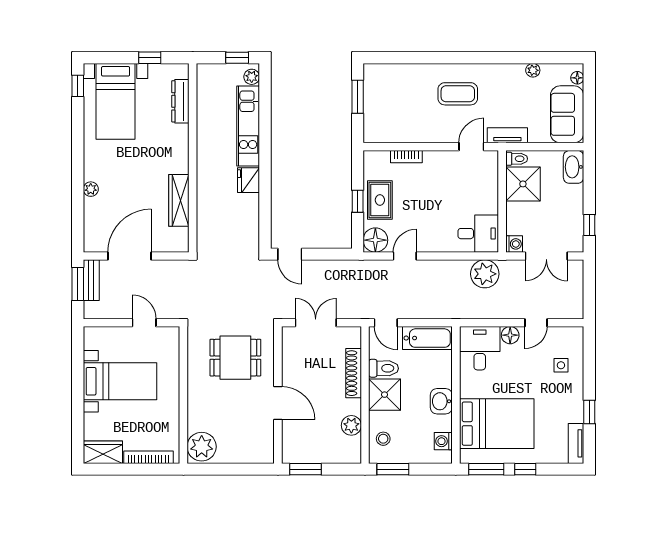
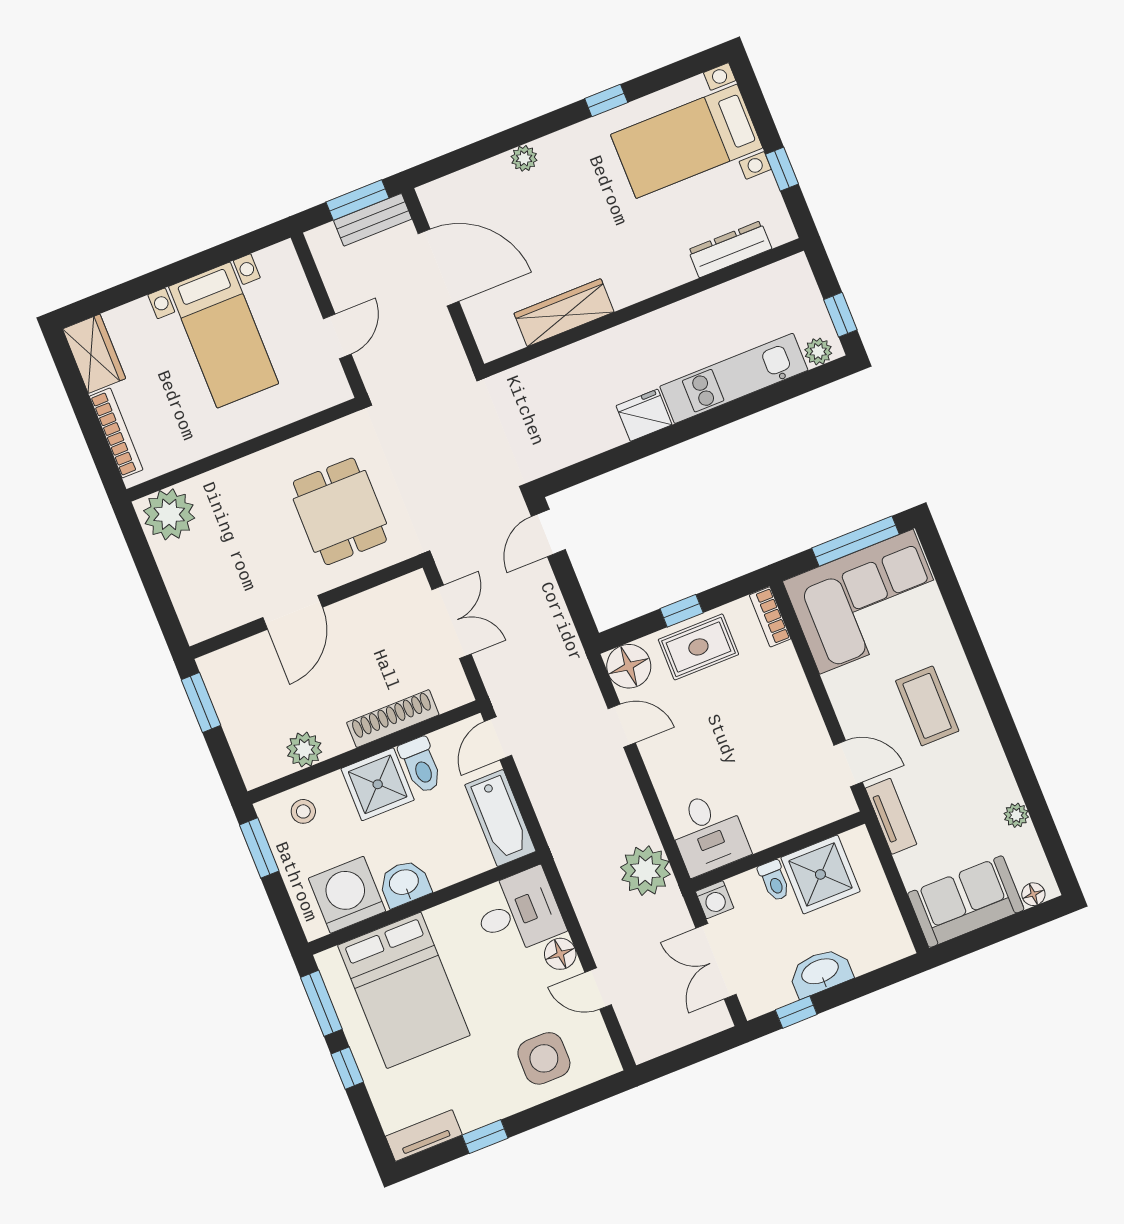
window: (78, 86) -> (606, 101), moved
window: (358, 97) -> (855, 541), width x1.44
corner sofa: (391, 104) -> (866, 602), added
bookcase: (406, 157) -> (770, 617), moved
toilet: (517, 159) -> (774, 881), moved
washbasin: (574, 167) -> (820, 972), moved
side table: (561, 365) -> (544, 1058), width x1.87, depth x1.87
washing machine: (443, 441) -> (347, 895), width x1.89, depth x1.89

